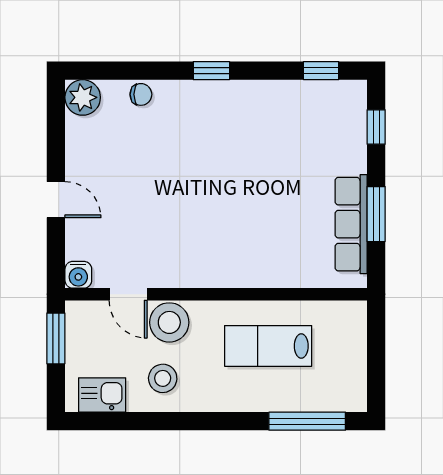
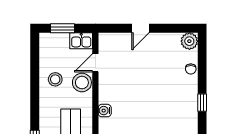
water cooler: (78, 275) -> (105, 111), moved
window: (56, 338) -> (62, 28), moved
kitchen sink: (102, 395) -> (81, 41), moved, turned 90

